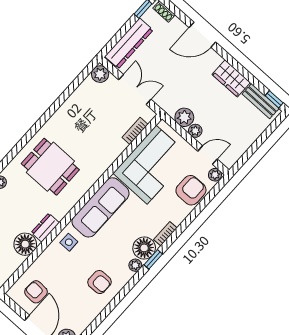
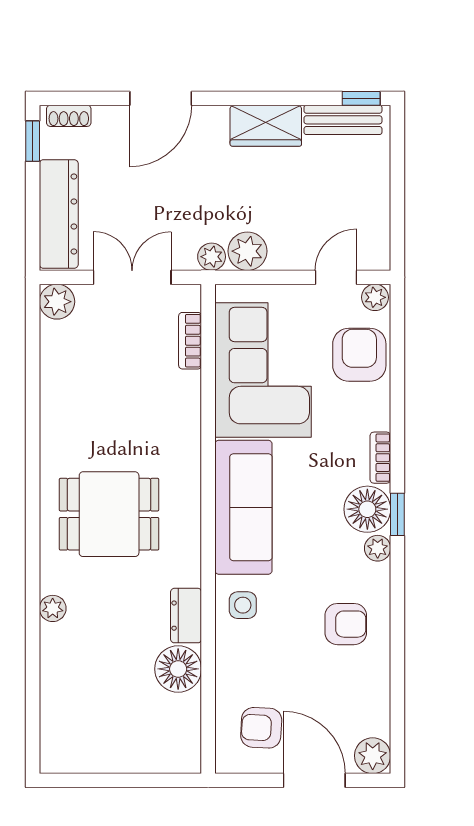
plant: (195, 131) -> (212, 257), moved

